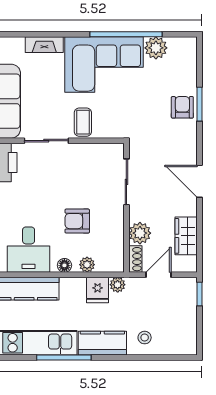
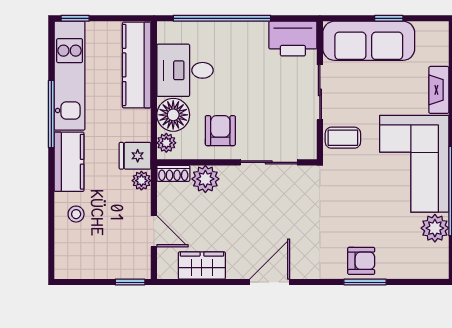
sliding door: (126, 182) -> (269, 162), moved
wall: (126, 208) -> (237, 162), moved
plant: (140, 233) -> (205, 179), moved
shoe rack: (135, 259) -> (173, 173), moved
floor lamp: (64, 265) -> (173, 115), width x1.89, depth x1.89

